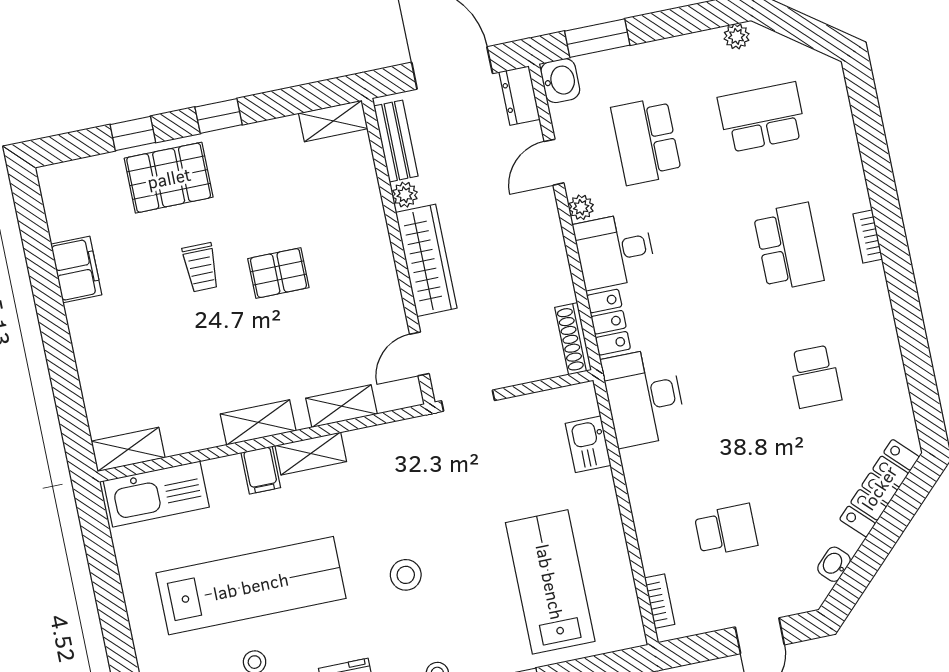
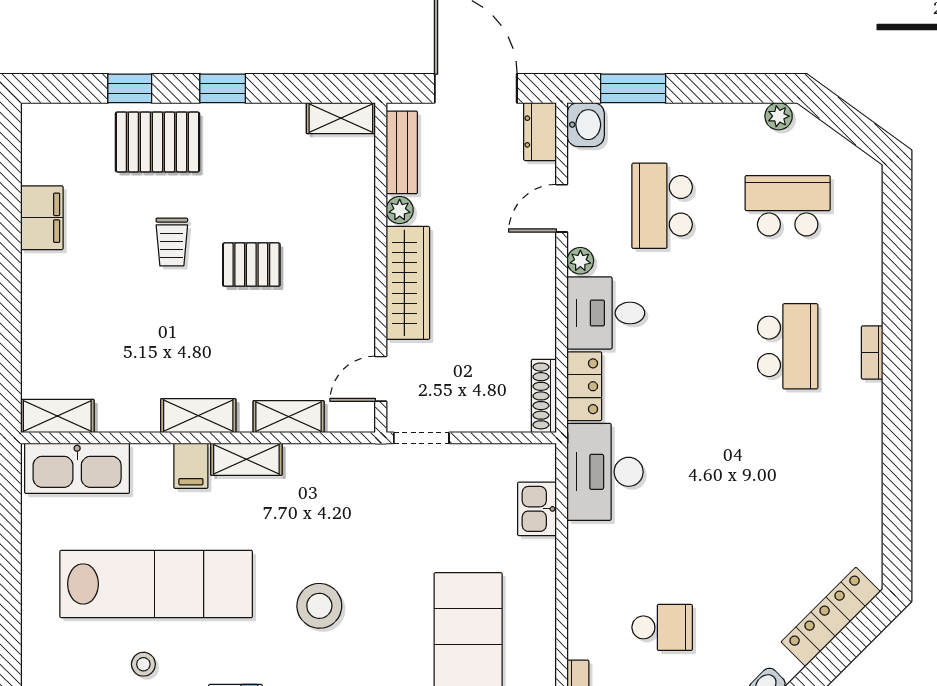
school desk: (815, 376) -> (788, 487), removed
stool: (406, 575) -> (319, 606), width x1.38, depth x1.38

